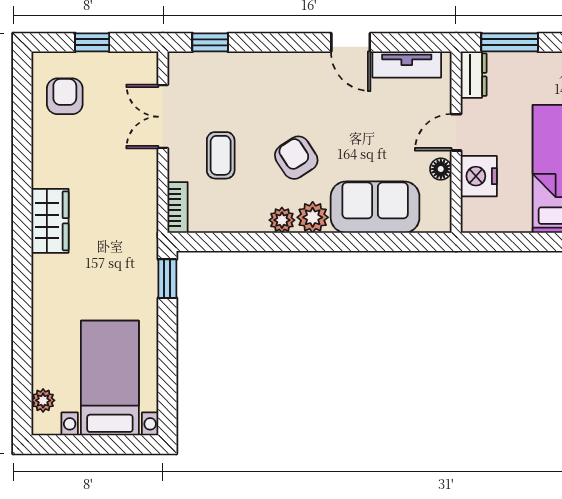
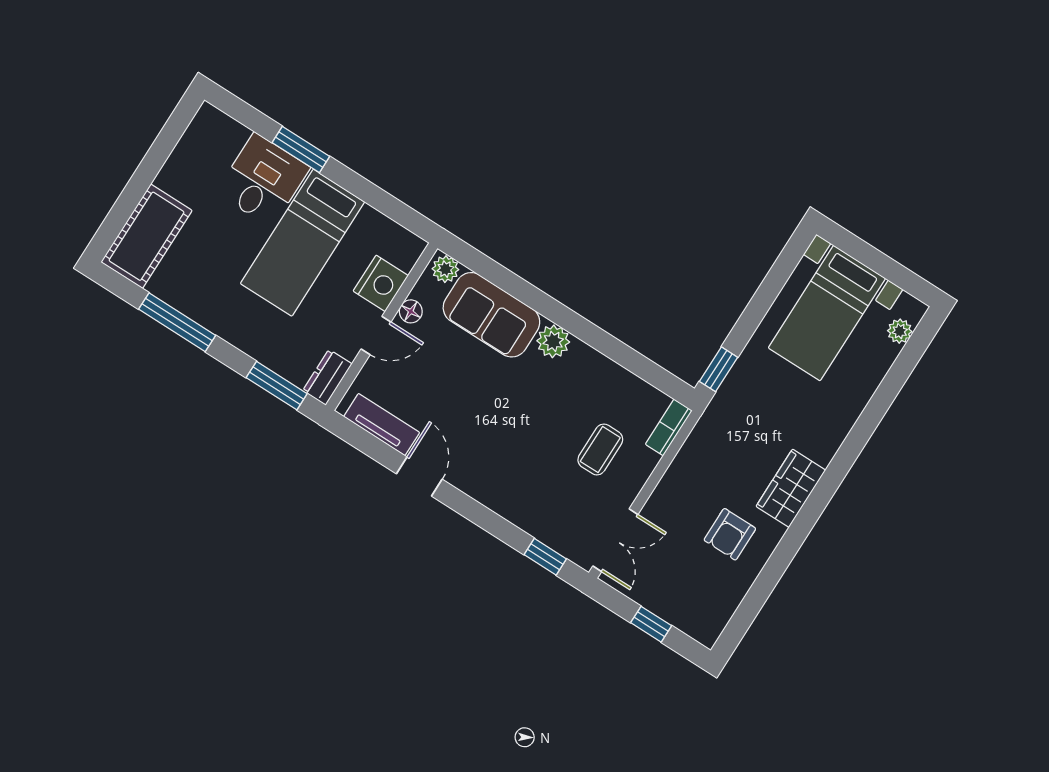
armchair: (65, 96) -> (730, 534), moved
double door: (163, 117) -> (615, 540), moved
armchair: (296, 158) -> (534, 404), removed
plant: (282, 220) -> (445, 269), moved

